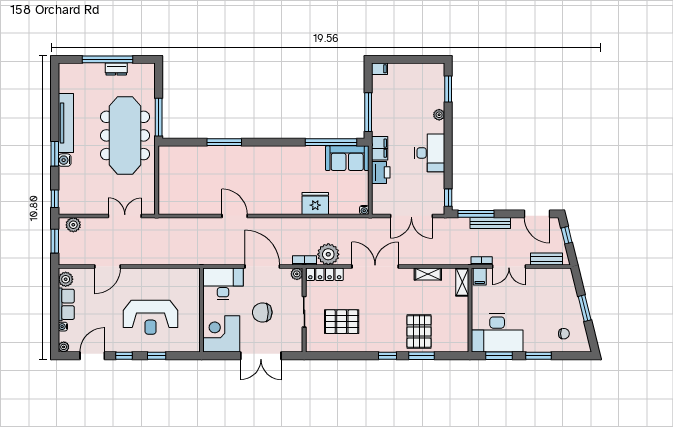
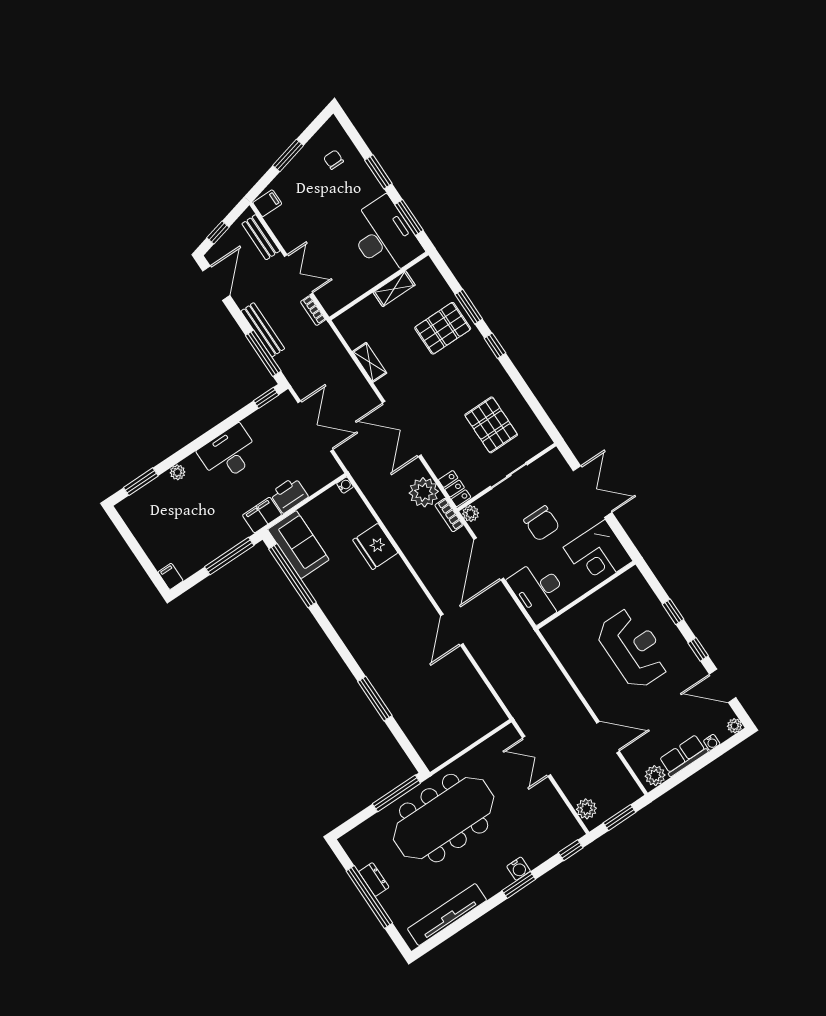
tv unit: (66, 123) -> (447, 915), moved
locker: (325, 274) -> (455, 489), width x0.66
filing cabinet: (480, 276) -> (267, 203), moved
shelving: (462, 282) -> (394, 289), moved

